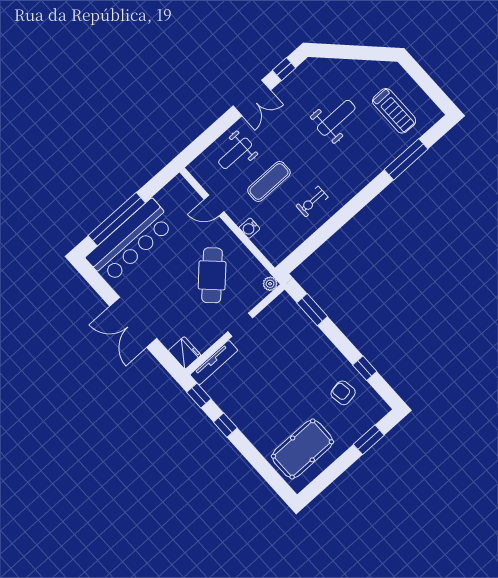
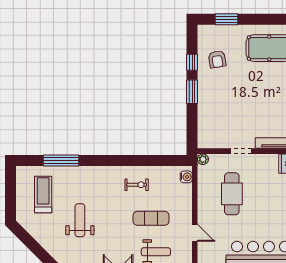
weight bench: (336, 118) -> (80, 220), turned 90
water cooler: (249, 228) -> (186, 177), moved
cafe table: (212, 275) -> (232, 194), turned -44
window: (312, 310) -> (192, 92), moved

